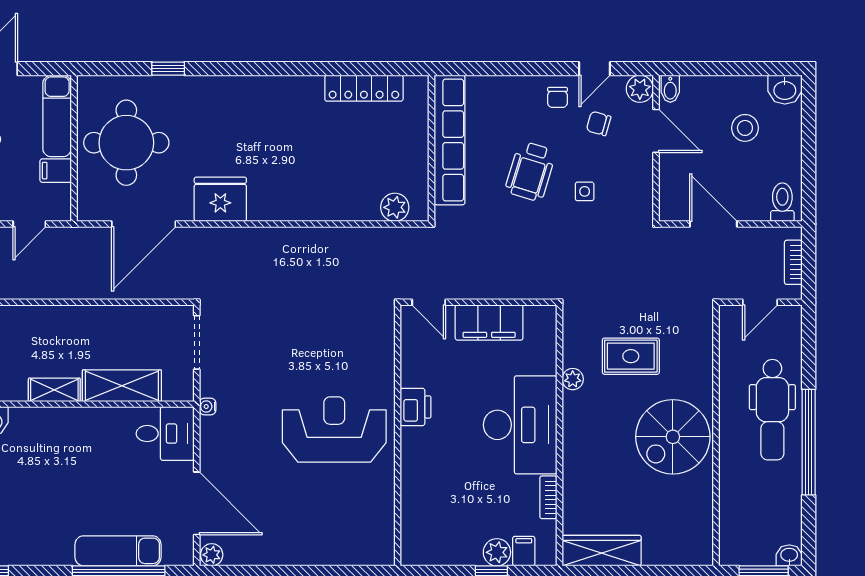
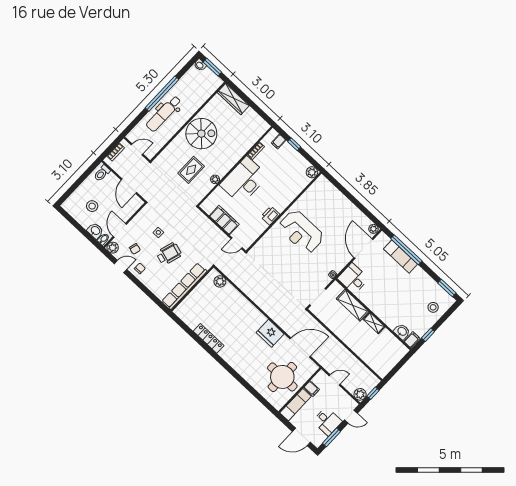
window: (168, 69) -> (249, 387), removed
locker: (364, 88) -> (209, 338), moved
washbasin: (785, 90) -> (95, 231), moved
door: (429, 302) -> (237, 243), swing flipped
rug: (631, 356) -> (191, 170), turned 90
dental chair: (772, 410) -> (164, 114), turned 180
wardrobe: (602, 551) -> (233, 99), moved
plant: (497, 552) -> (312, 172), moved

